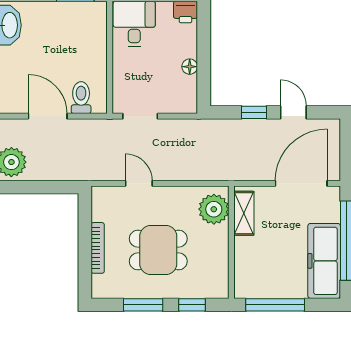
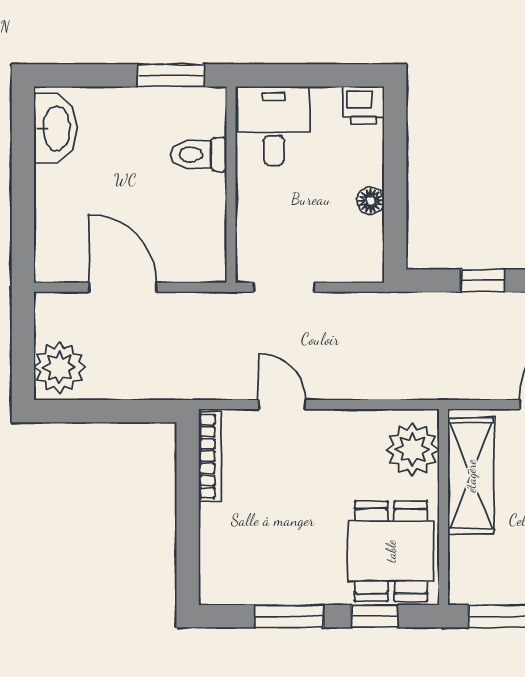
toilet: (81, 98) -> (198, 155), moved, turned -90
shelving: (244, 213) -> (471, 476), width x1.50, depth x1.33
bookcase: (98, 248) -> (210, 456), moved
dining table: (158, 250) -> (391, 551), moved, turned 90

